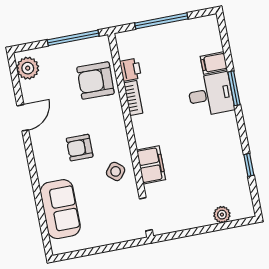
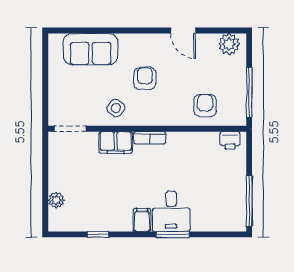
window: (161, 21) -> (249, 201), moved
filing cabinet: (214, 63) -> (142, 220), moved
printer: (130, 70) -> (230, 140), moved
armchair: (95, 81) -> (205, 106), width x0.72, depth x0.72
bookcase: (133, 98) -> (150, 138), moved

